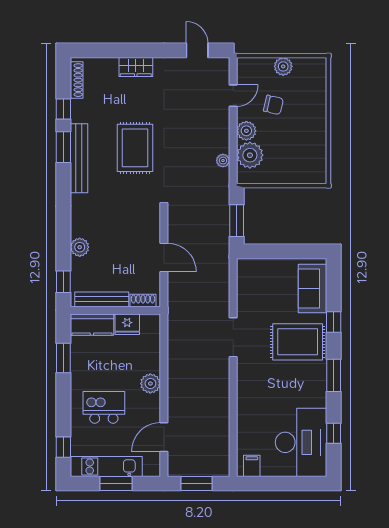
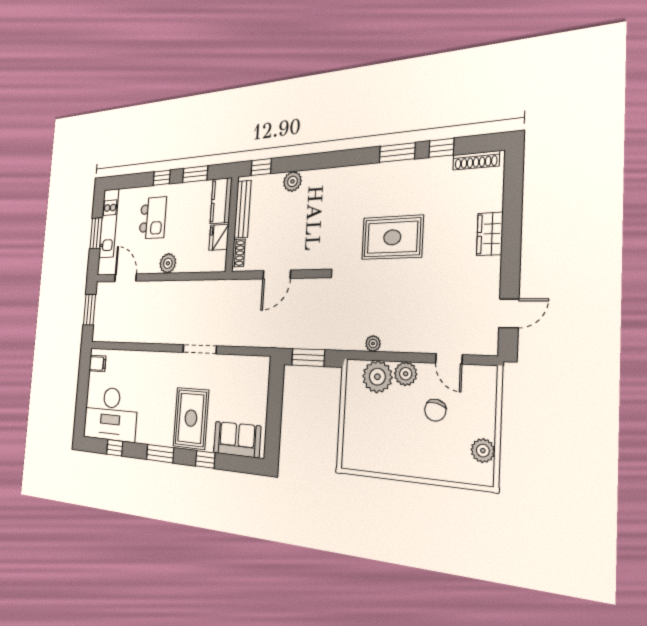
plant: (283, 66) -> (483, 451), moved
bench: (79, 158) -> (384, 172), removed
window: (63, 447) -> (162, 178), moved

